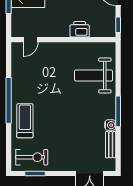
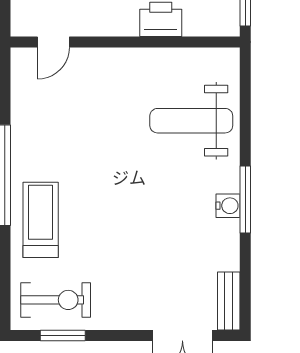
water cooler: (110, 125) -> (228, 206), moved
bench: (111, 145) -> (229, 301), moved

